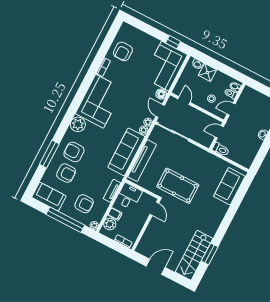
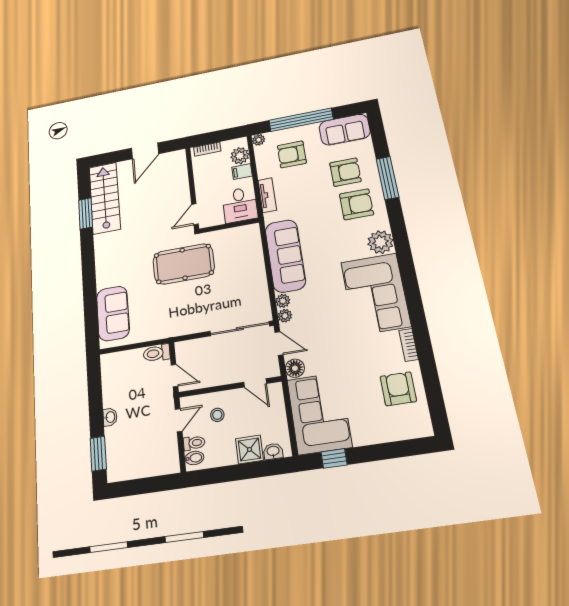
door: (219, 132) -> (175, 376), hinge flipped
tv unit: (142, 161) -> (255, 260), removed
armchair: (66, 173) -> (345, 172), turned 180
door: (154, 209) -> (195, 214), hinge flipped

